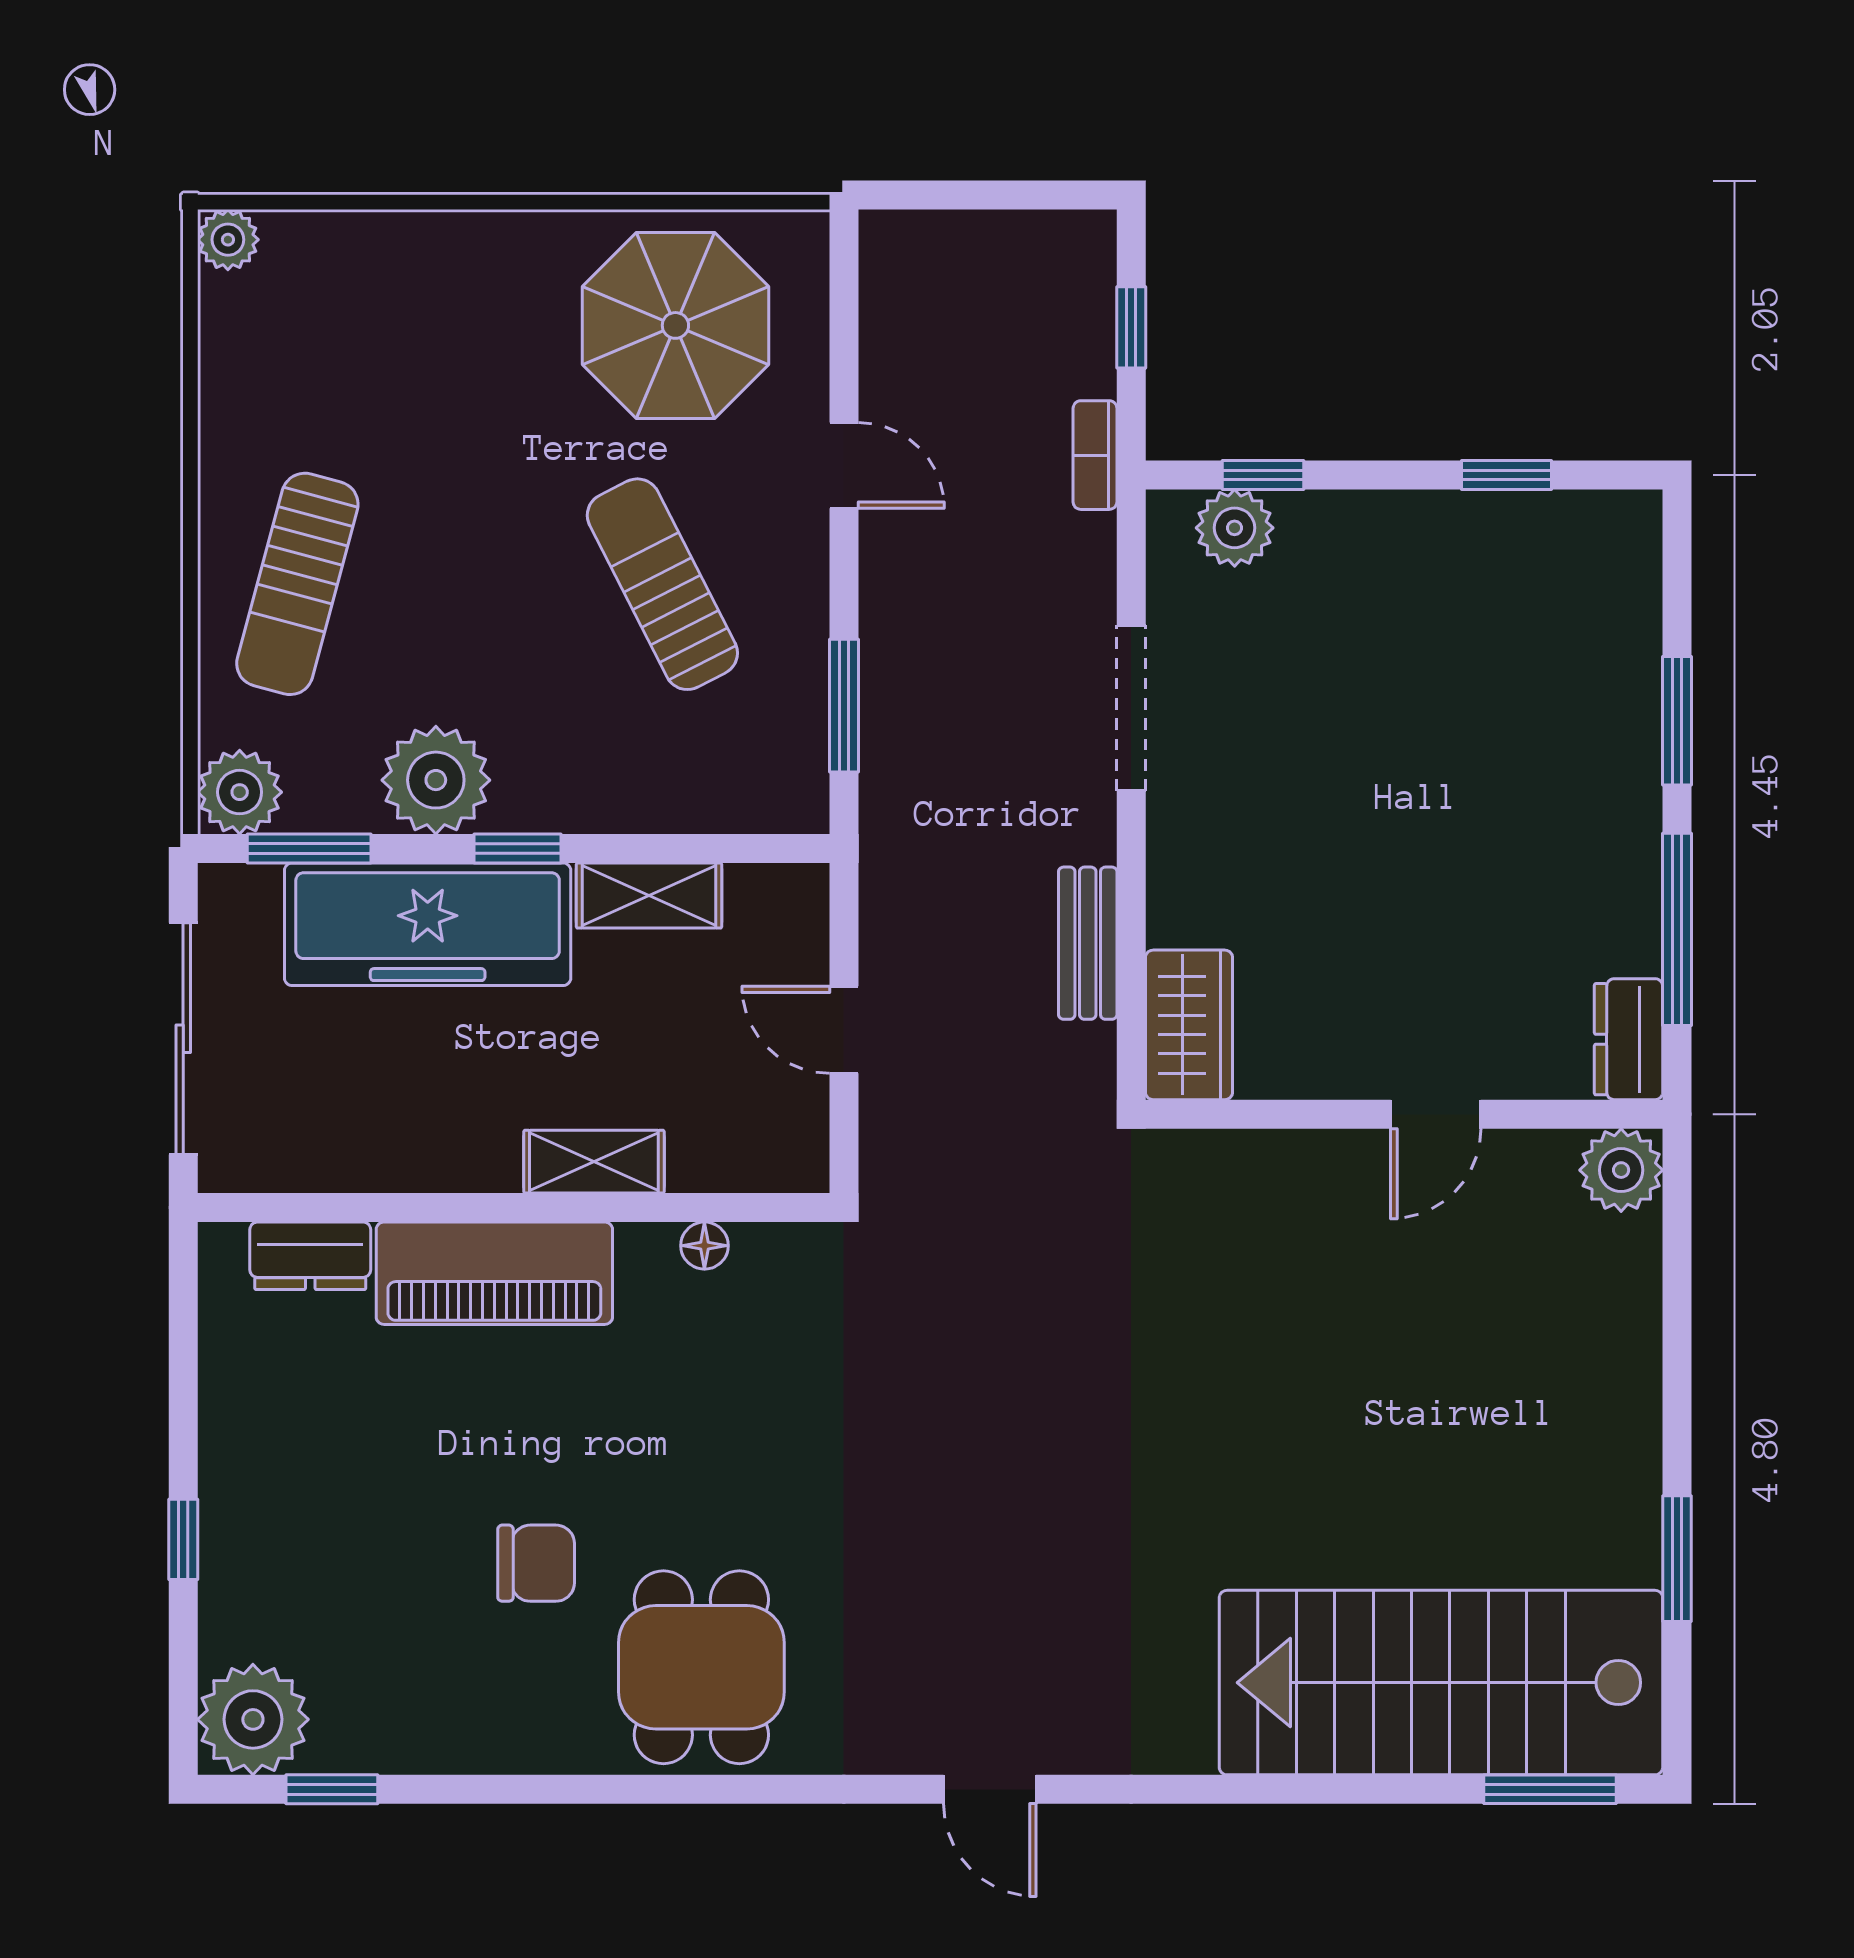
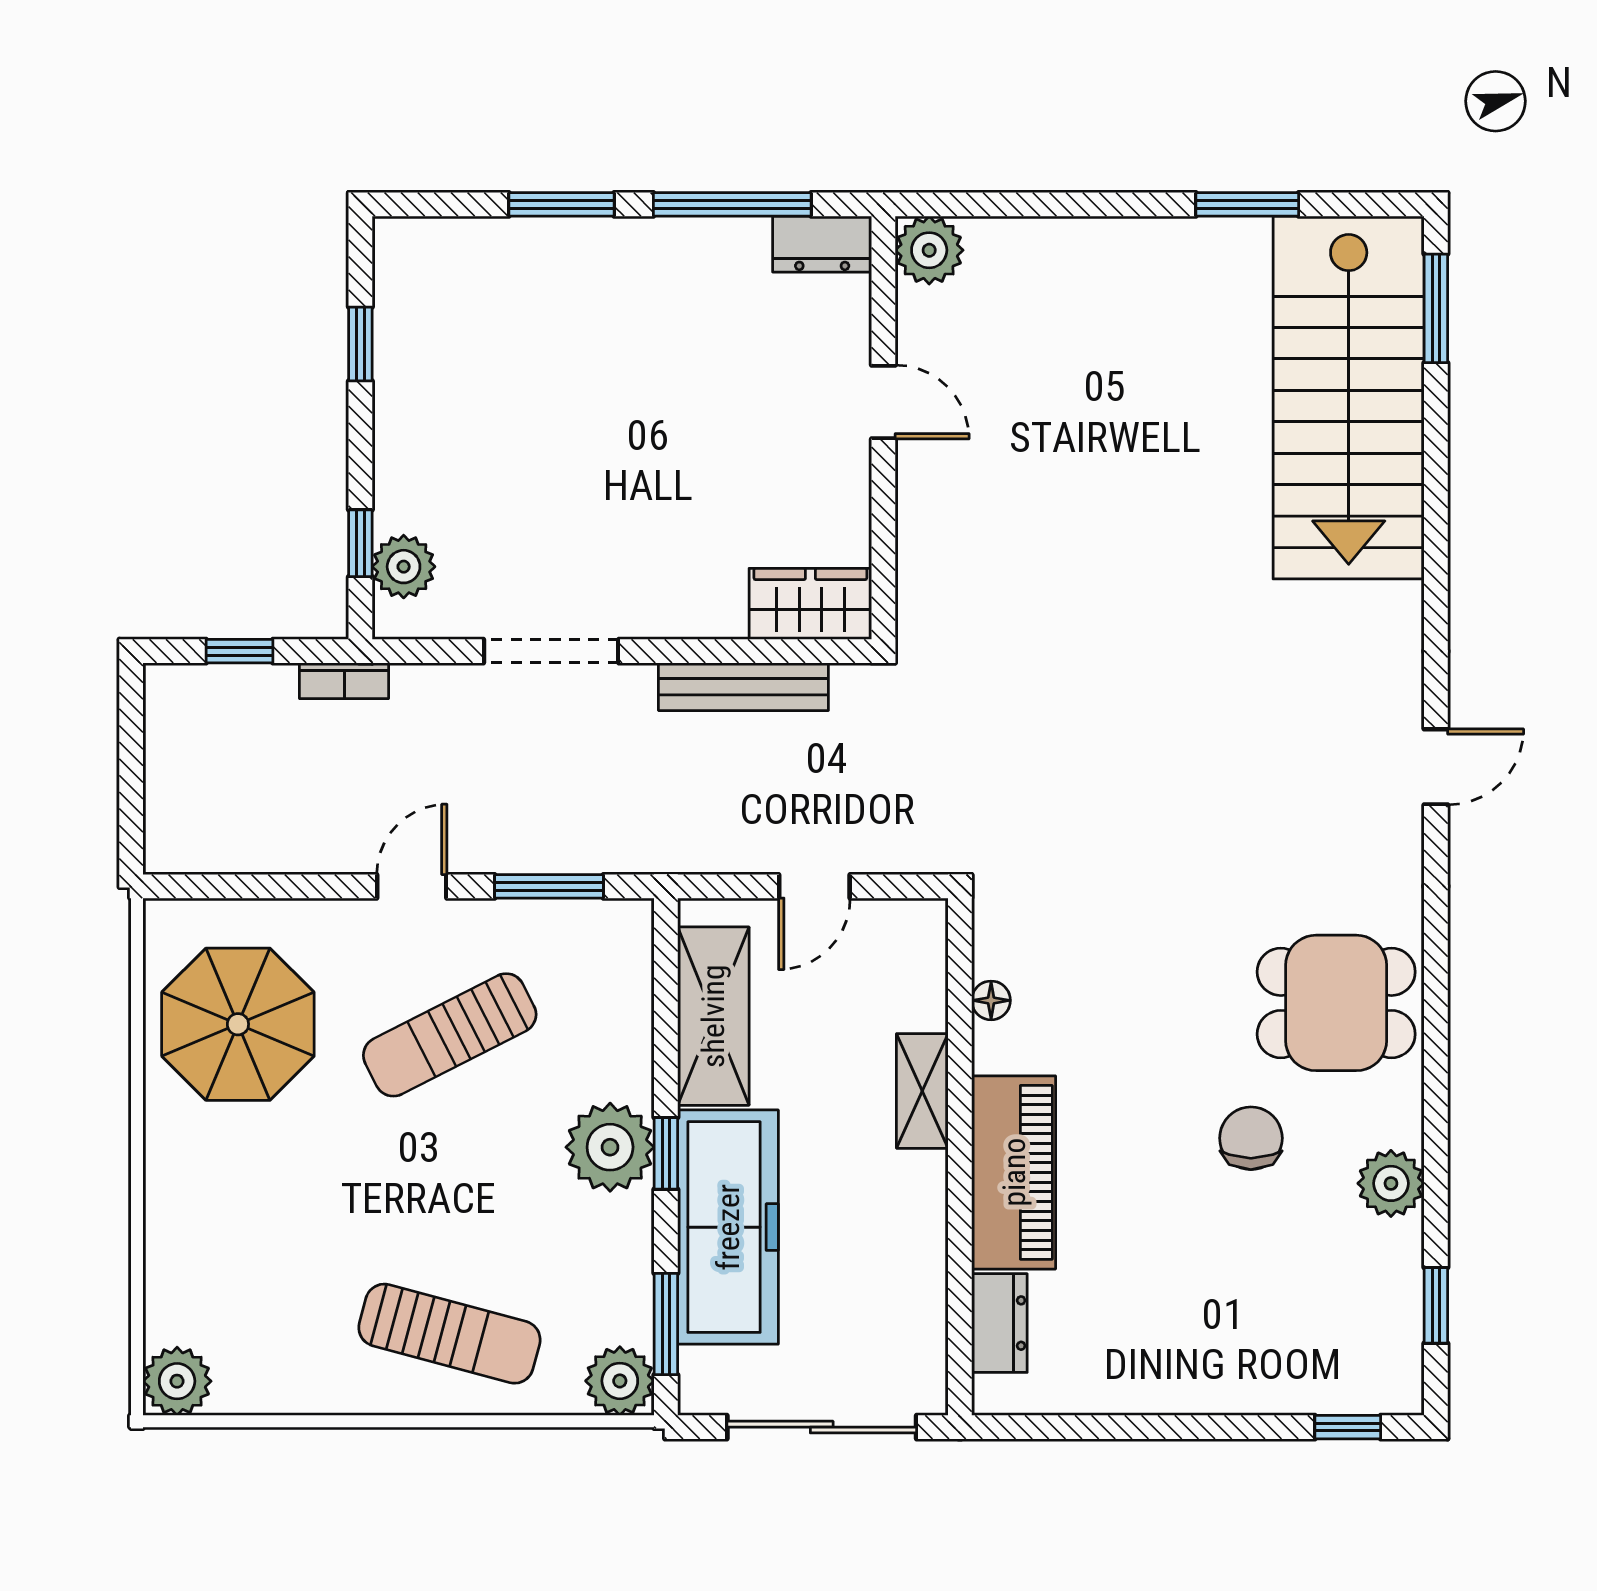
plant: (228, 240) -> (177, 1381), width x1.38, depth x1.38
door: (844, 465) -> (412, 886), moved
plant: (436, 780) -> (610, 1147), moved
shelving: (649, 896) -> (713, 1016), width x1.50, depth x1.33
bench: (1088, 943) -> (743, 687), width x1.36
window: (183, 1539) -> (1348, 1427), moved
plant: (253, 1719) -> (1391, 1183), moved, width x0.73, depth x0.73

